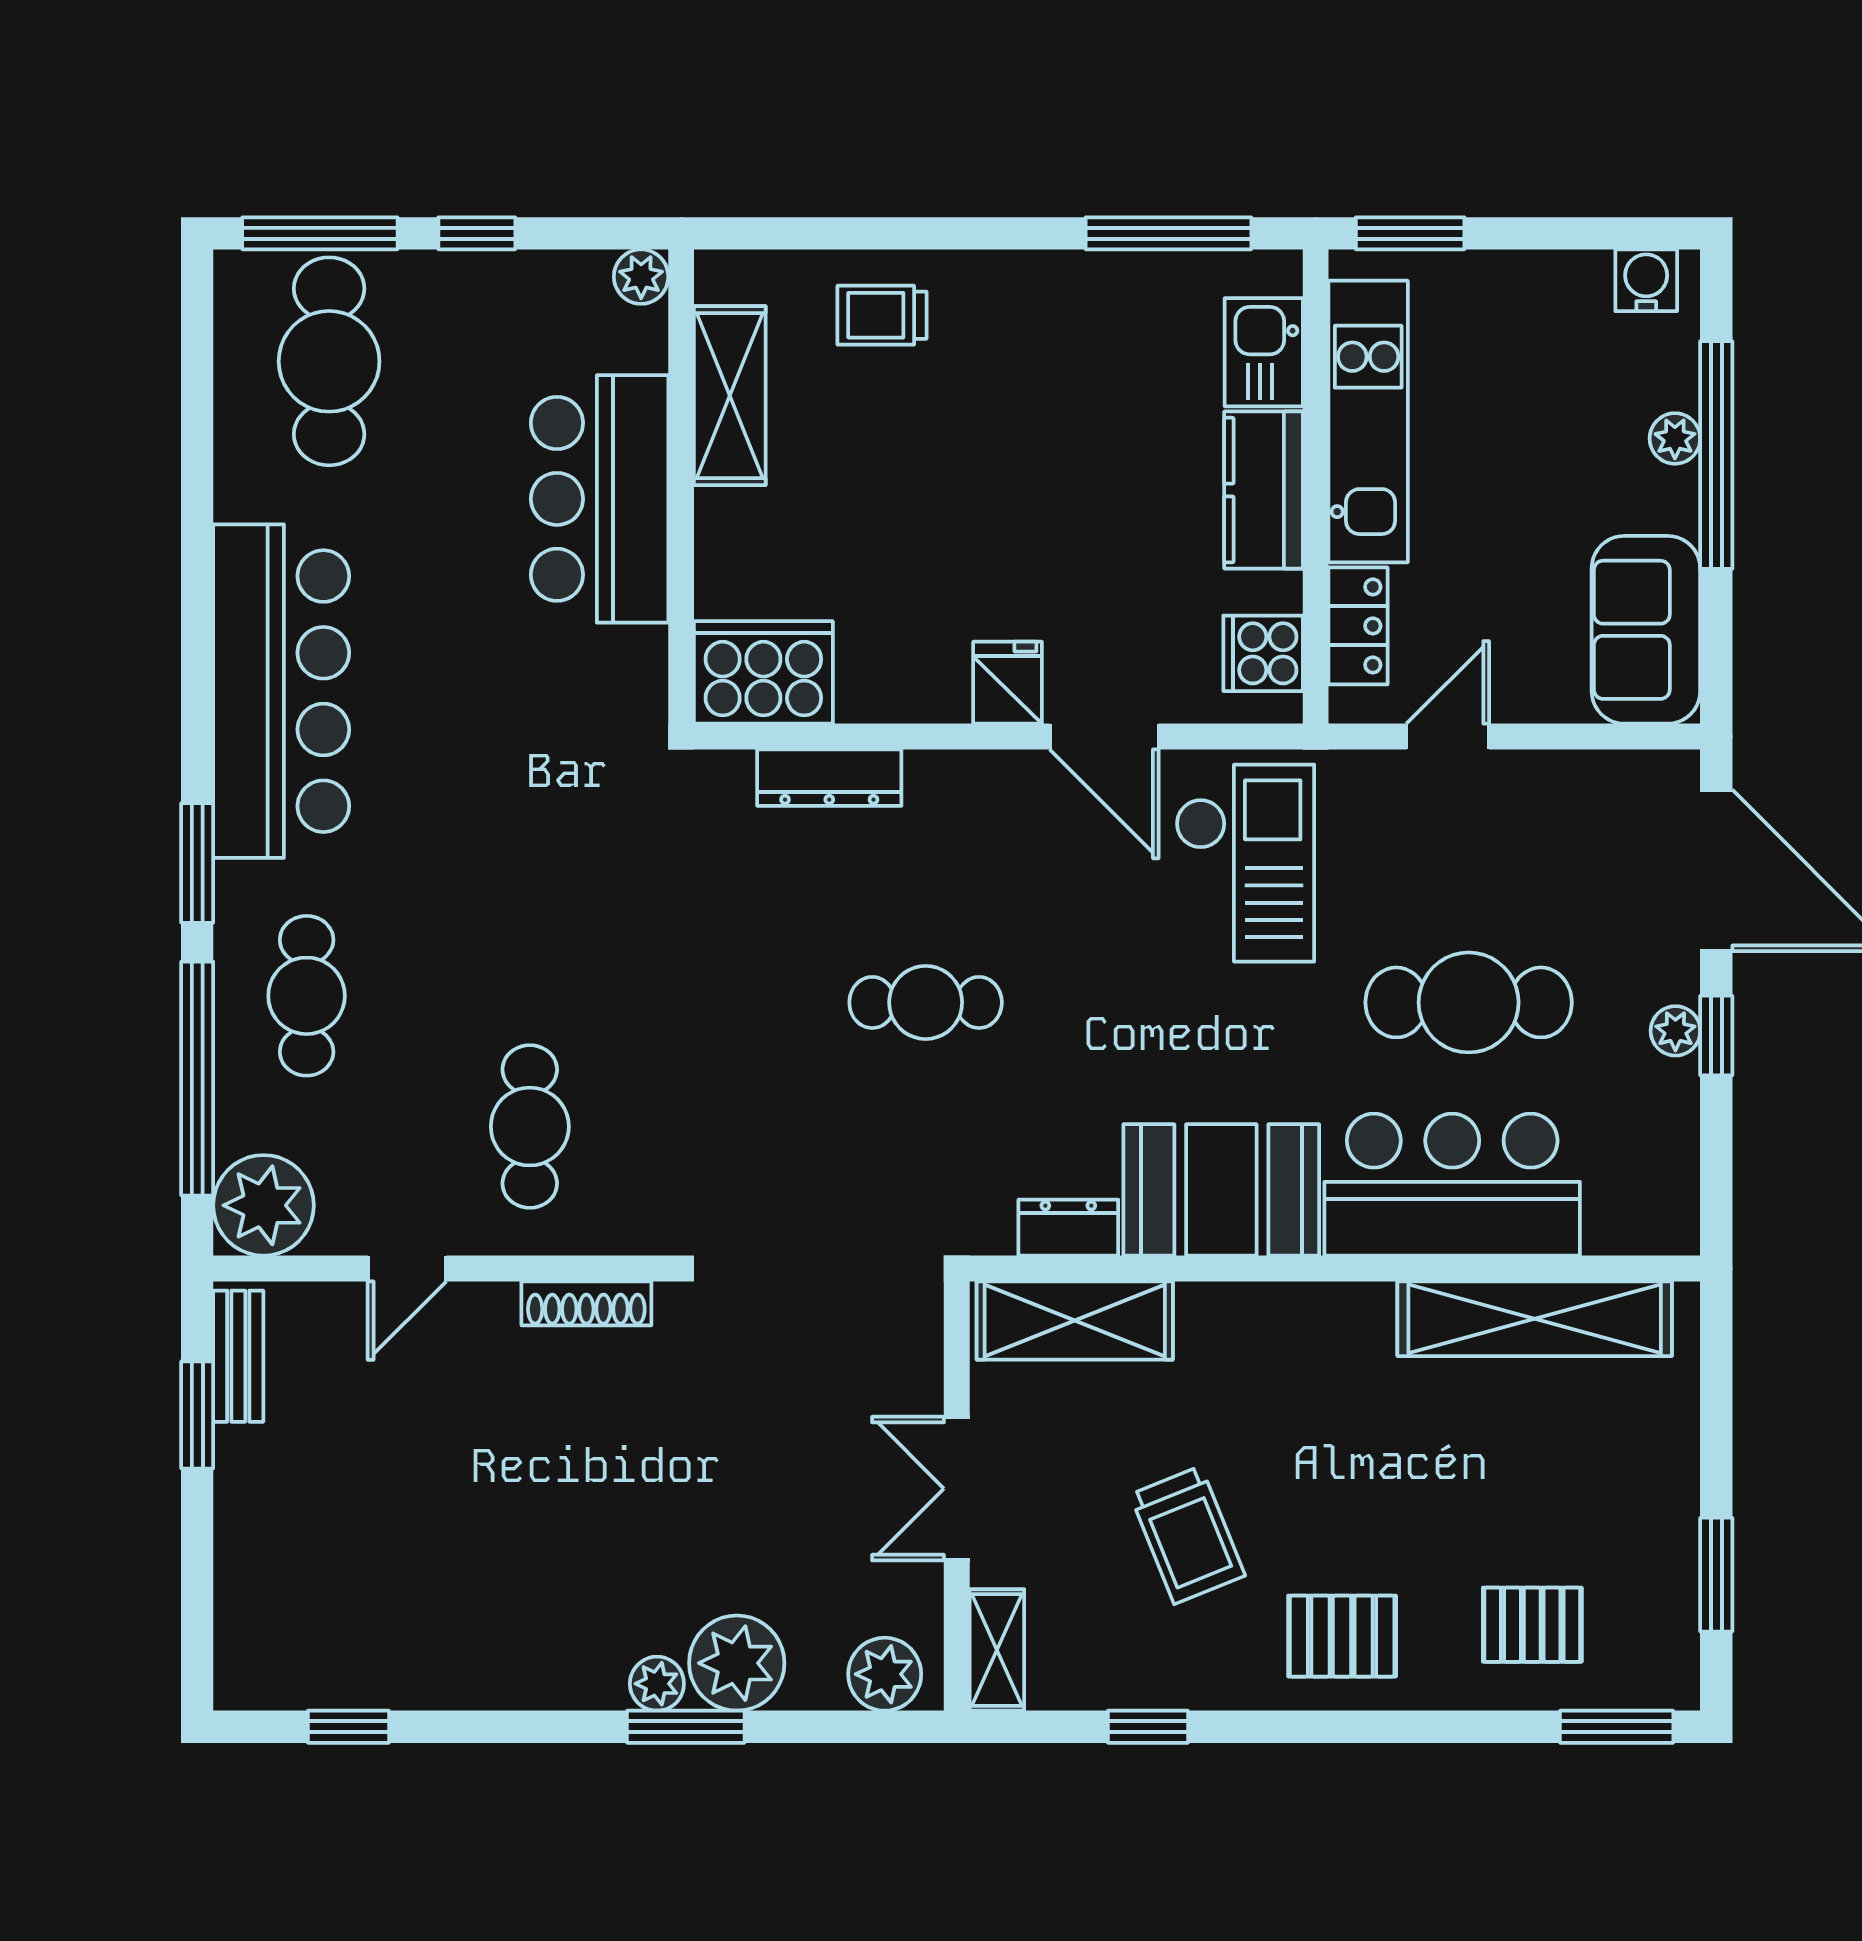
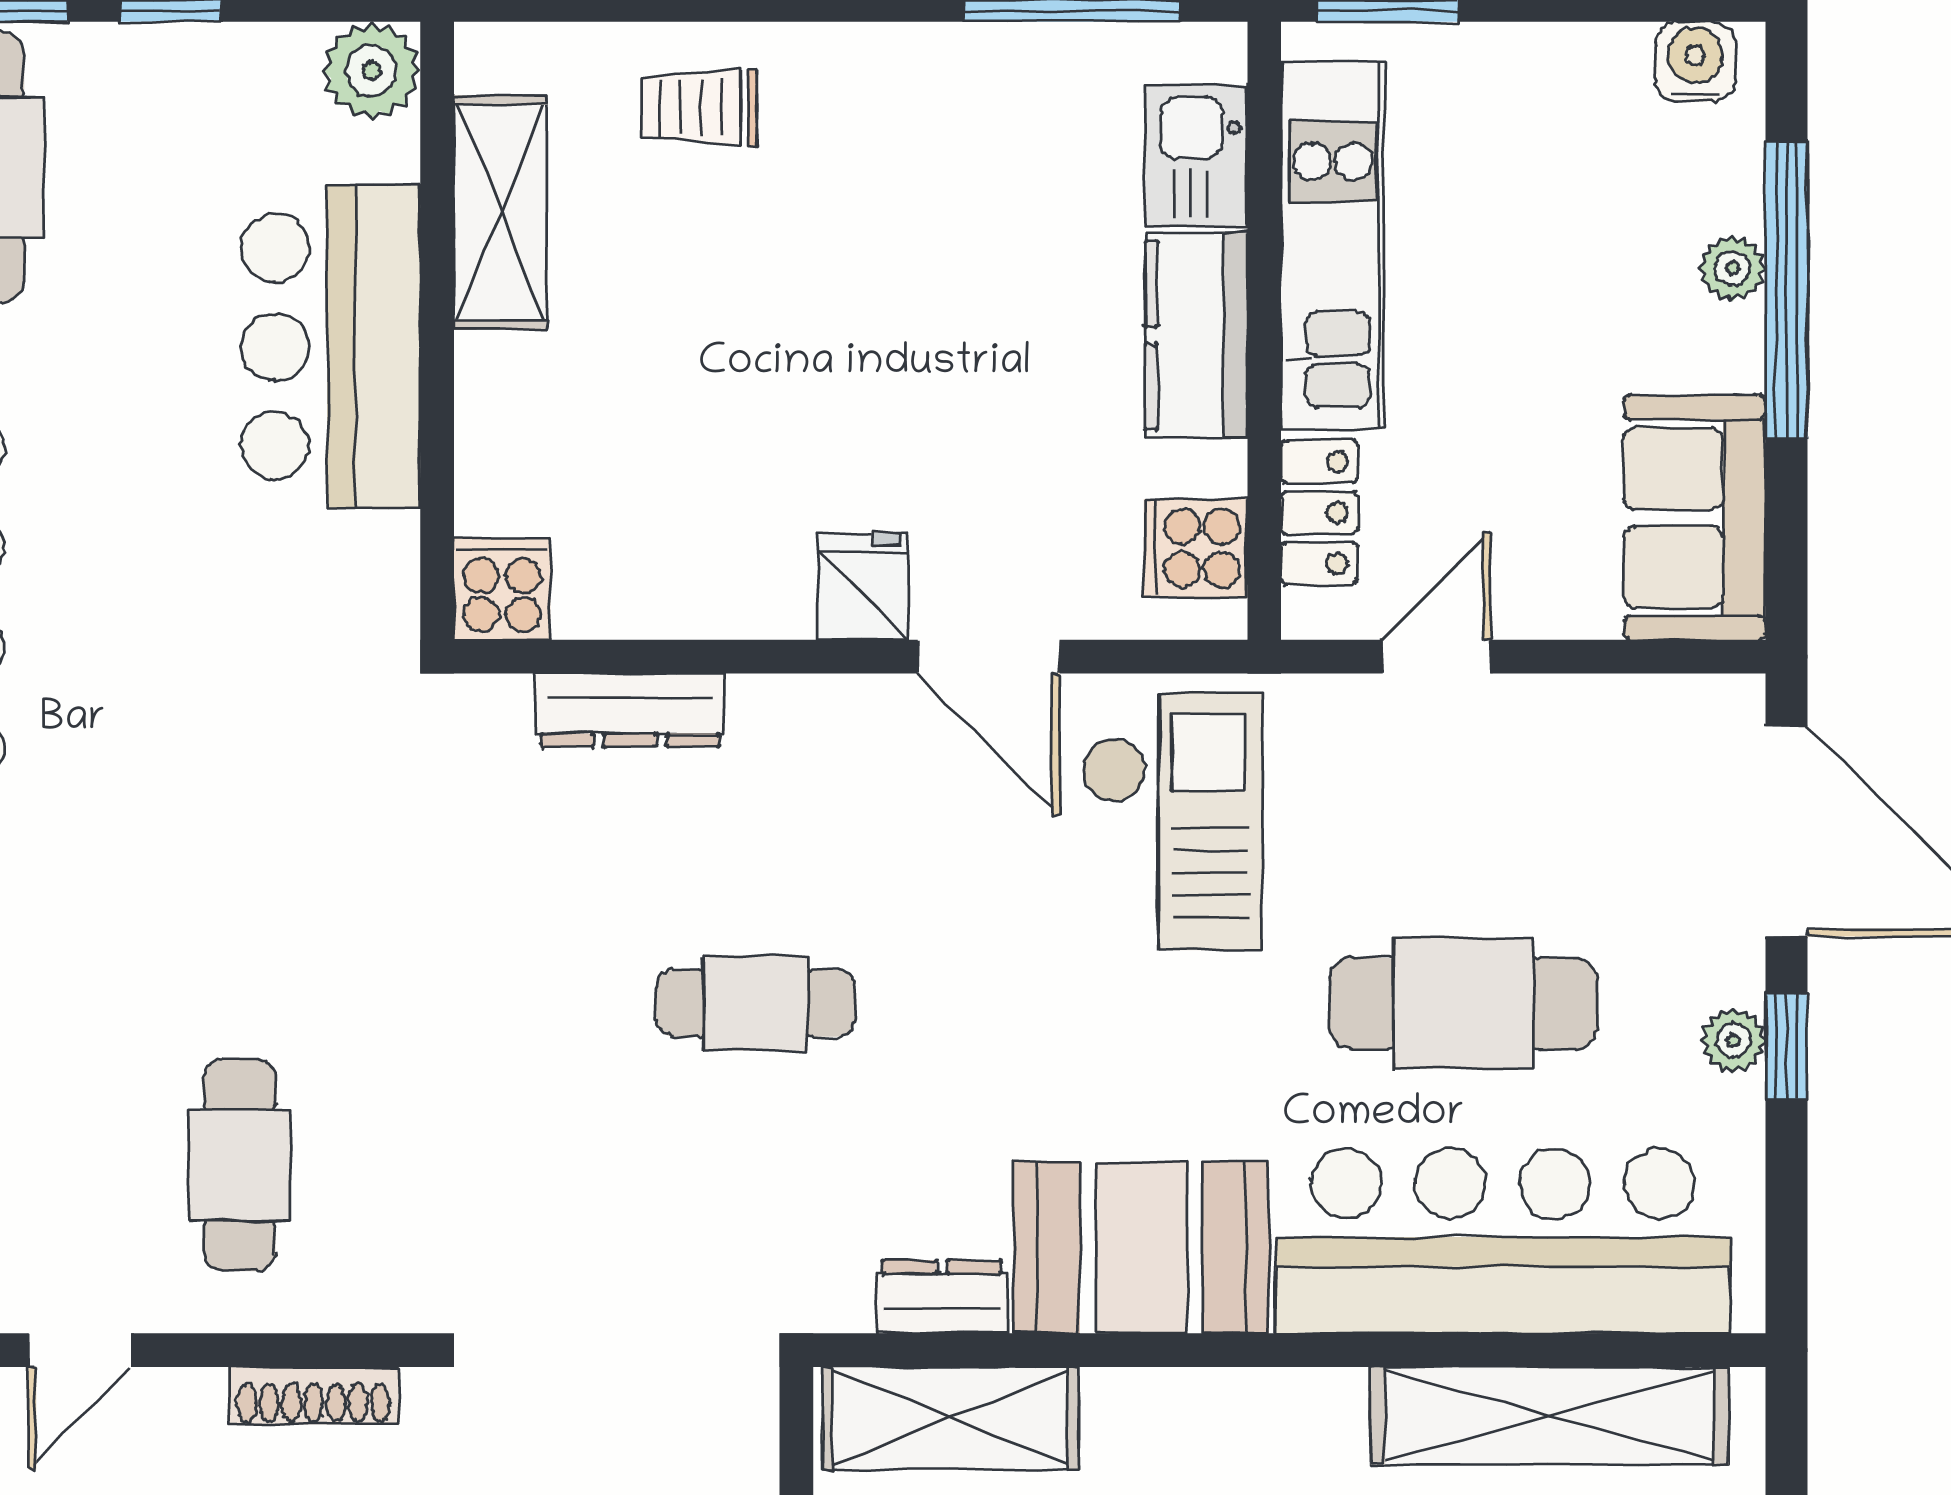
plant: (641, 277) -> (371, 70), width x1.38, depth x1.38
cooker: (763, 672) -> (502, 589), width x0.53, depth x0.76
bar counter: (1452, 1185) -> (1503, 1241), width x1.36

